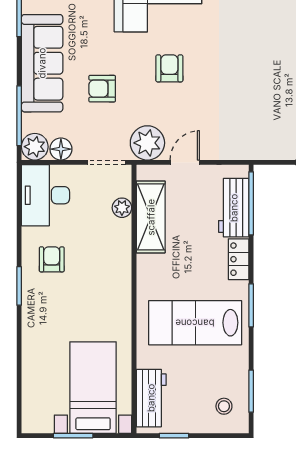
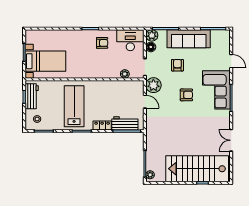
shelving: (151, 217) -> (121, 87), removed
workbench: (151, 398) -> (32, 96), moved, turned -90

